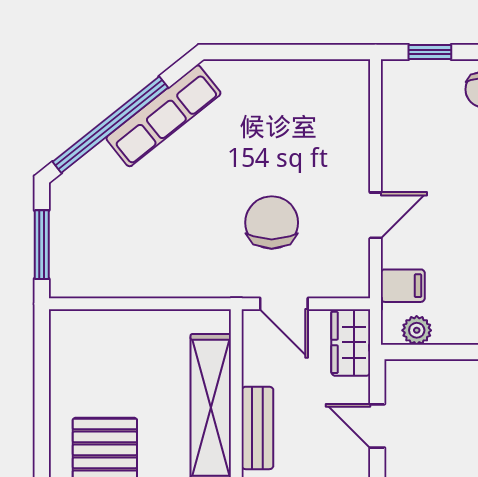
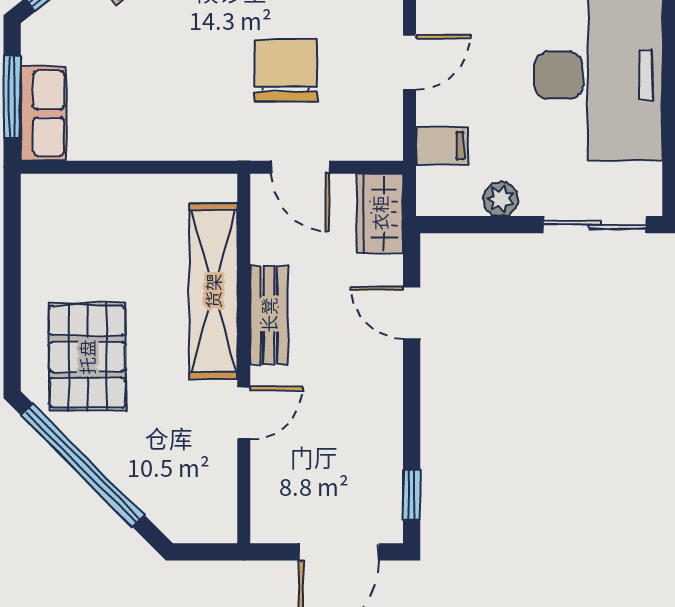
row of seats: (68, 259) -> (43, 113), added
plant: (417, 330) -> (501, 199), moved

